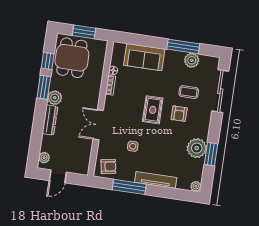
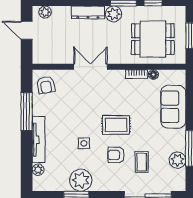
dining table: (72, 58) -> (153, 39), moved
side table: (133, 146) -> (84, 143), moved
plant: (196, 186) -> (38, 170), moved

